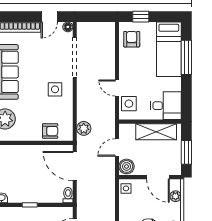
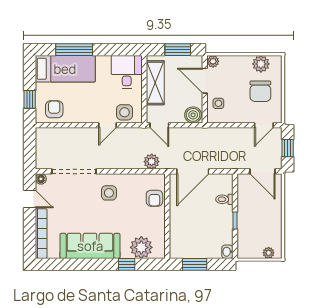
armchair: (132, 39) -> (54, 109), turned 90
armchair: (50, 131) -> (154, 198), turned 180
door: (117, 148) -> (159, 125), moved
door: (158, 177) -> (205, 81), swing flipped
side table: (126, 188) -> (218, 103), moved
toilet: (68, 195) -> (224, 199), moved
plant: (176, 196) -> (213, 61), moved

